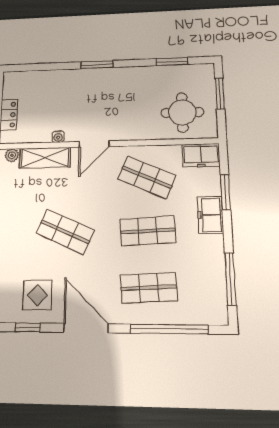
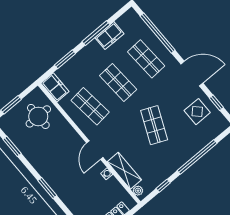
door: (94, 144) -> (95, 150), swing flipped
shop shelf: (147, 177) -> (90, 106), turned -30
freezer: (210, 215) -> (109, 36), moved
window: (230, 279) -> (96, 33), moved
door: (86, 328) -> (192, 74), swing flipped

